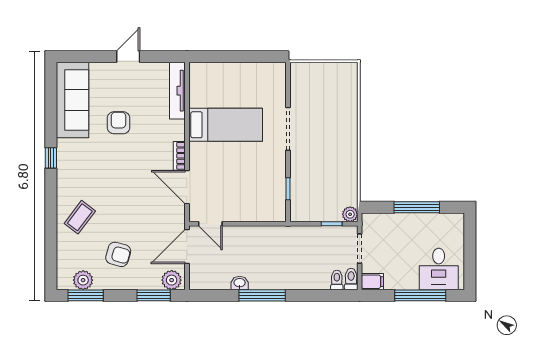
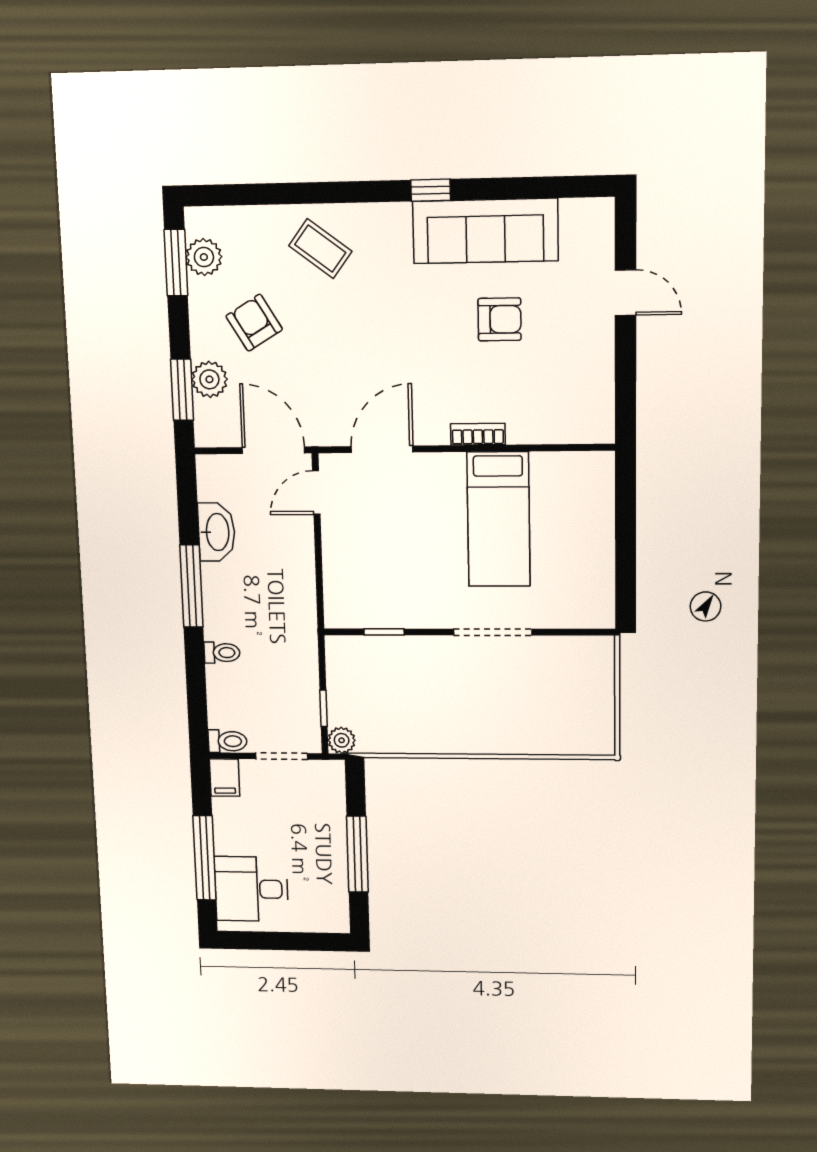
door: (128, 57) -> (626, 293), moved
tv unit: (177, 91) -> (561, 430), removed
sofa: (73, 100) -> (485, 231), moved
bookcase: (179, 156) -> (478, 434), moved
armchair: (118, 254) -> (254, 323), turned 133
plant: (172, 280) -> (209, 379), moved
toilet: (337, 280) -> (222, 653), moved
washbasin: (240, 283) -> (216, 532), width x1.91, depth x1.45

